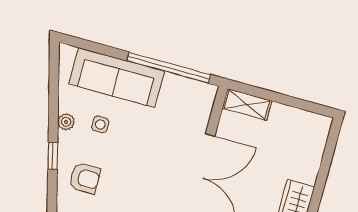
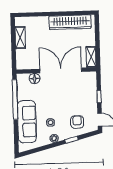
shelving: (247, 105) -> (20, 38), moved
floor lamp: (198, 119) -> (35, 79), added

